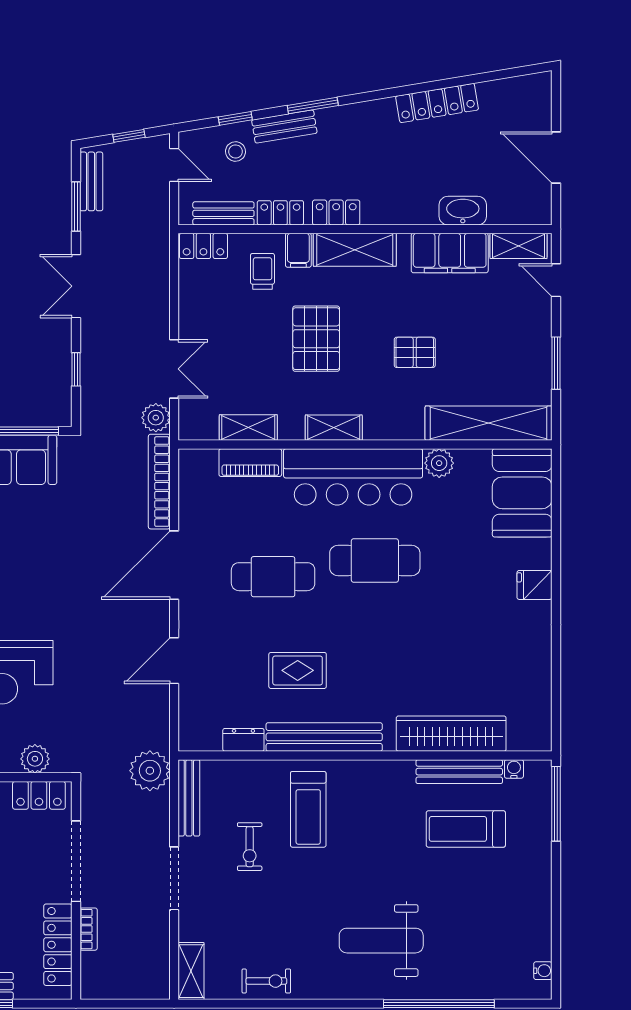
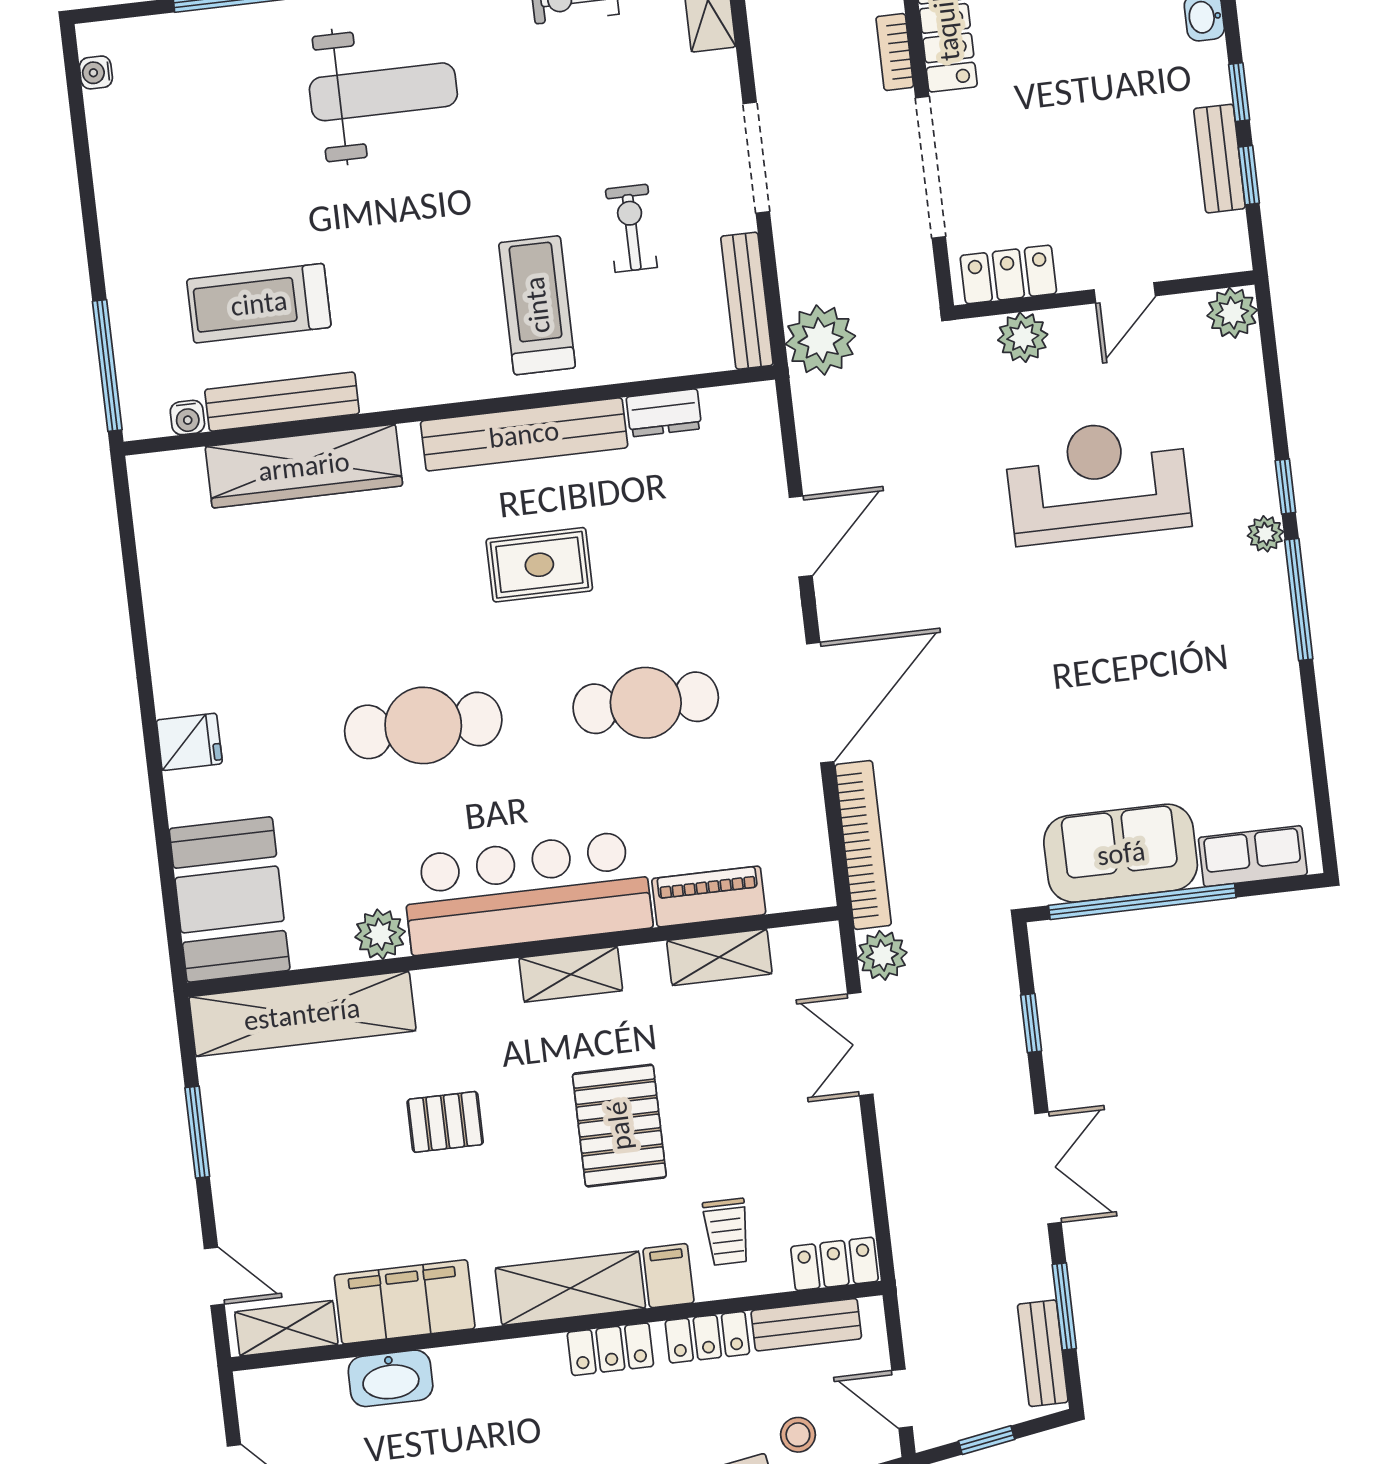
cafe table: (375, 560) -> (423, 725), moved
rug: (298, 670) -> (539, 565), moved
treadmill: (466, 829) -> (259, 303), turned 180

